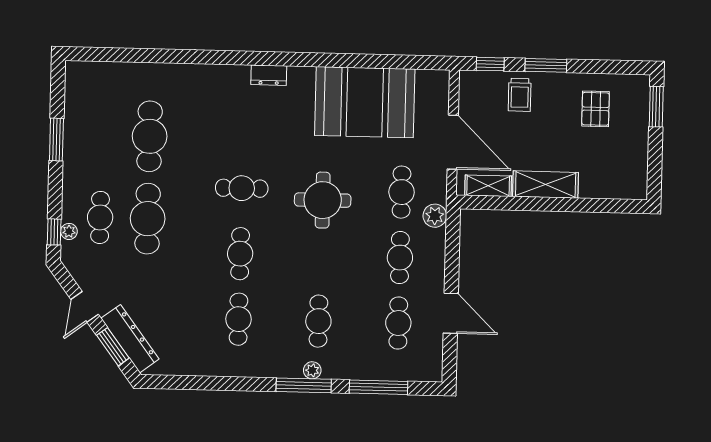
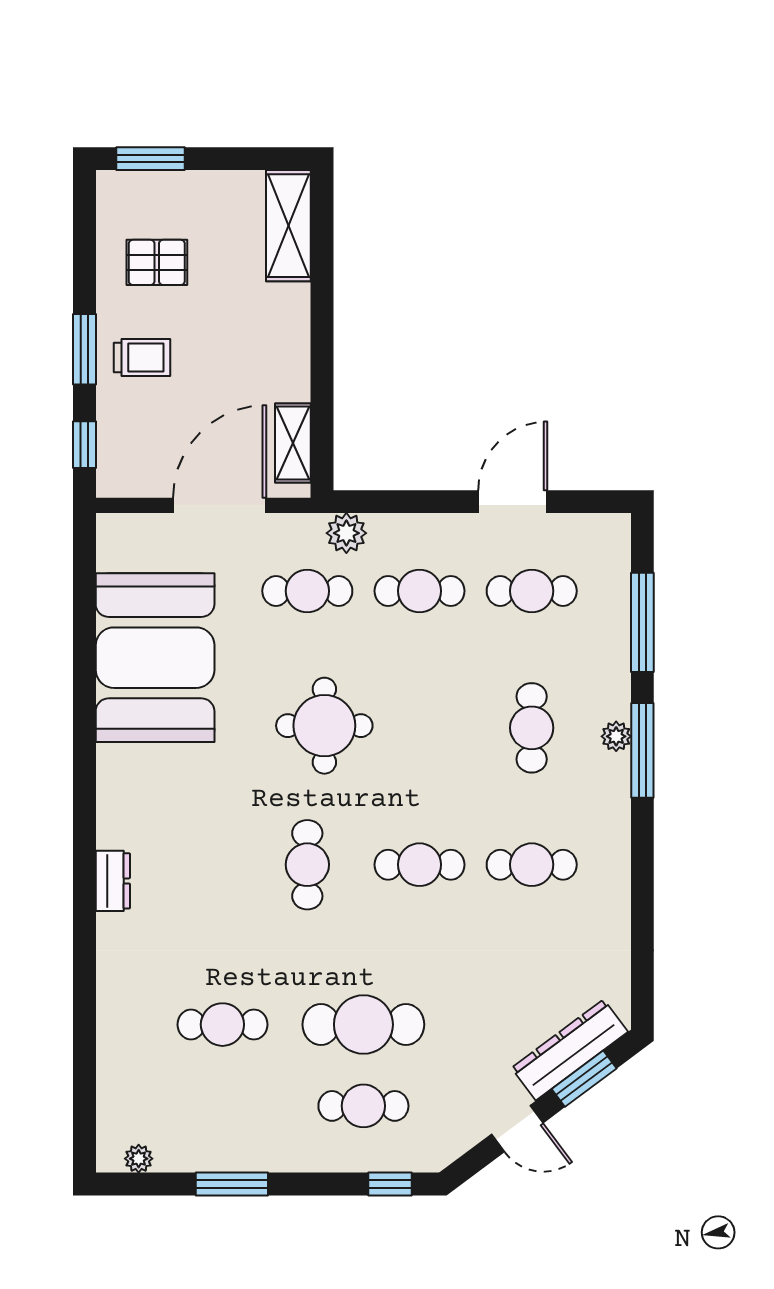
dresser: (269, 75) -> (113, 881), moved
trolley: (520, 95) -> (142, 357), moved
cafe table: (150, 136) -> (222, 1025), width x0.73, depth x0.74
shelving: (546, 185) -> (288, 226), moved
plant: (69, 231) -> (139, 1159), moved
cafe table: (318, 321) -> (532, 728), turned 90

